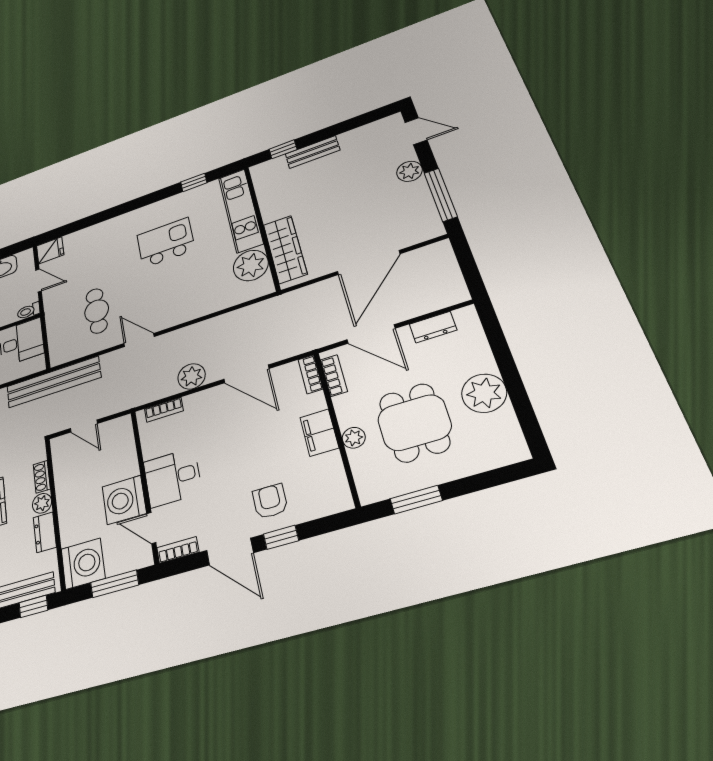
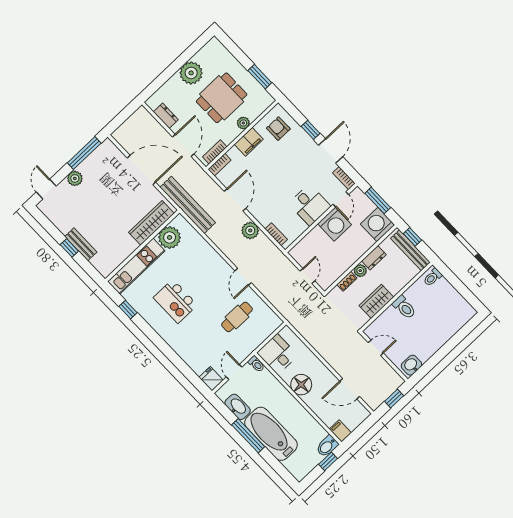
window: (283, 149) -> (69, 248), moved
bench: (54, 382) -> (188, 205), moved
armchair: (270, 501) -> (278, 129), moved, turned 90

